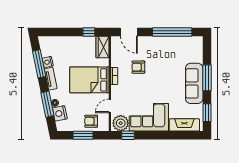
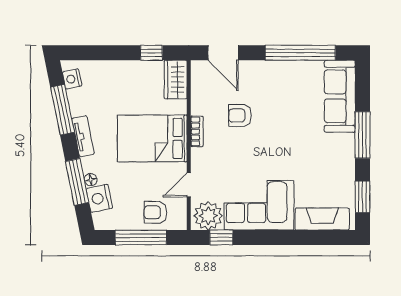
nightstand: (48, 62) -> (72, 79), moved
sofa: (194, 83) -> (340, 96), moved
window: (83, 135) -> (141, 238), width x1.44

